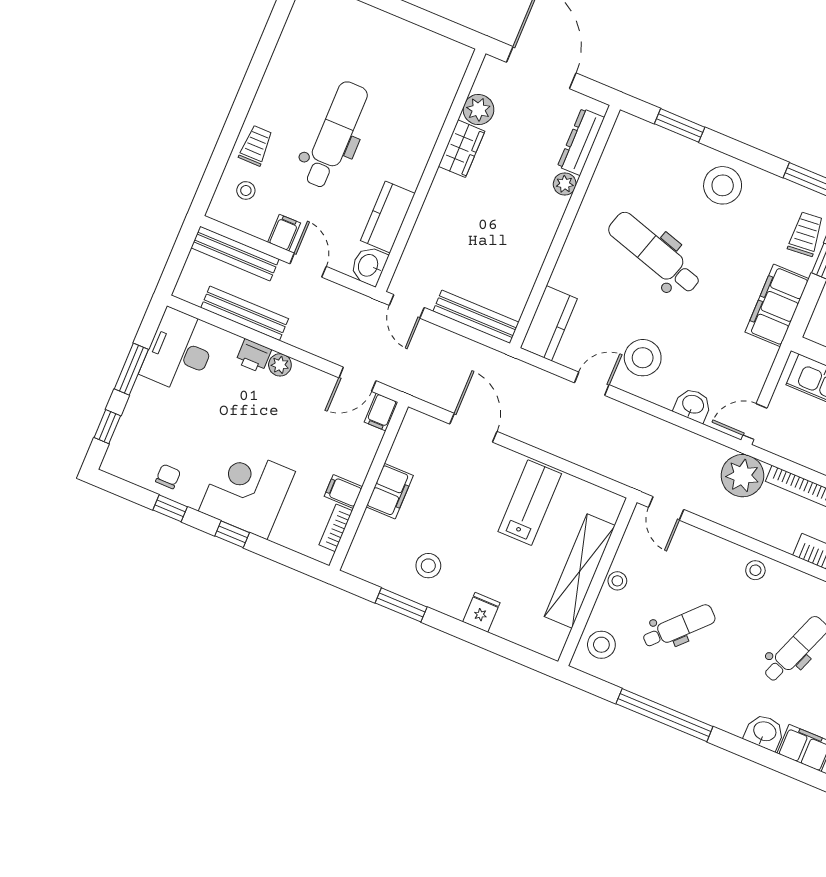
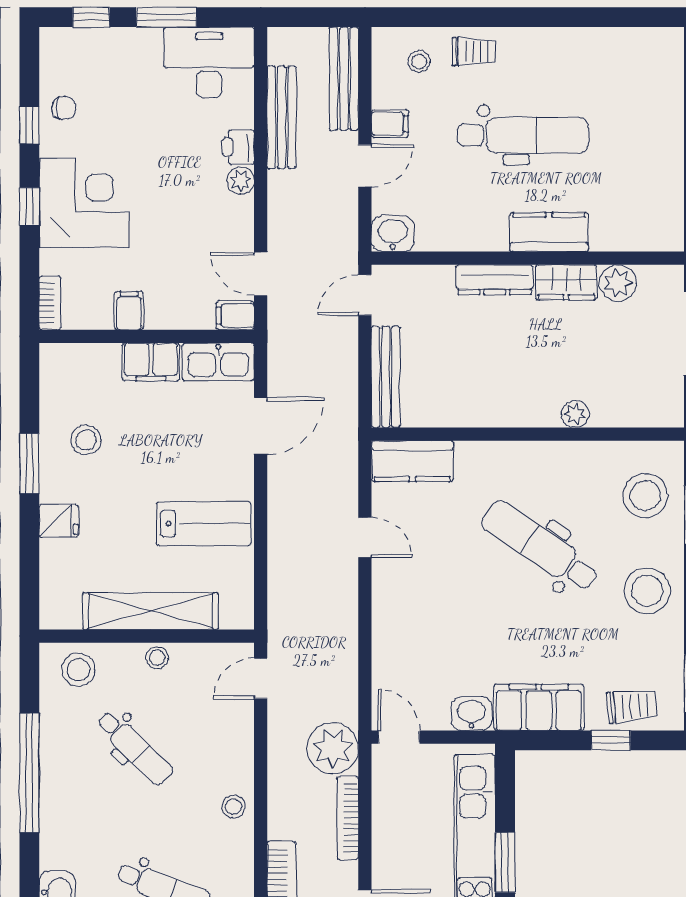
dresser: (581, 142) -> (495, 280), moved, turned 180
kitchen counter: (388, 217) -> (549, 232), moved
dental chair: (655, 253) -> (540, 546), turned -73
stool: (643, 358) -> (645, 496), moved
washbasin: (693, 405) -> (471, 714), moved, turned -90
kitchen sink: (411, 440) -> (218, 362), added
bookcase: (336, 528) -> (50, 303), moved, turned 90
window: (401, 605) -> (29, 464), moved

